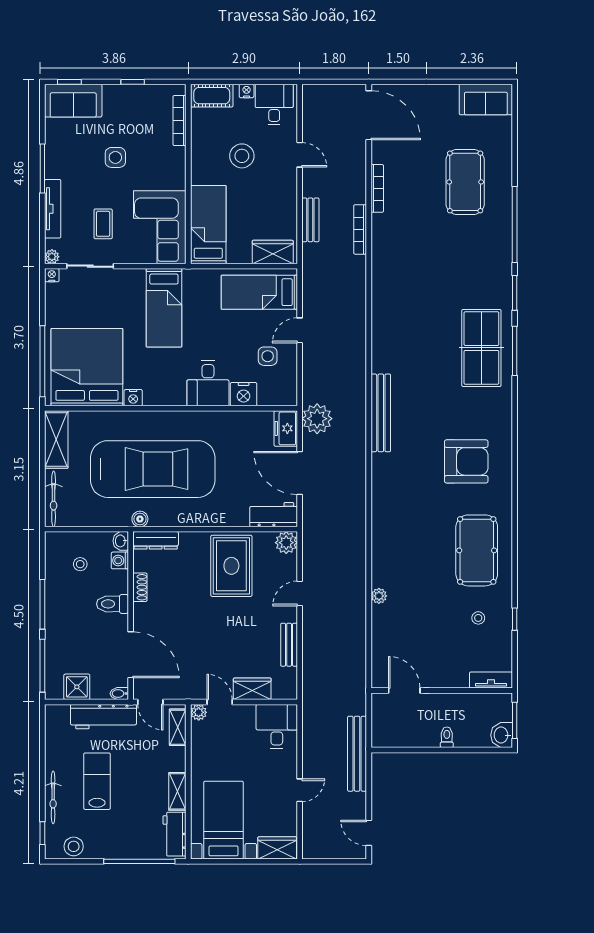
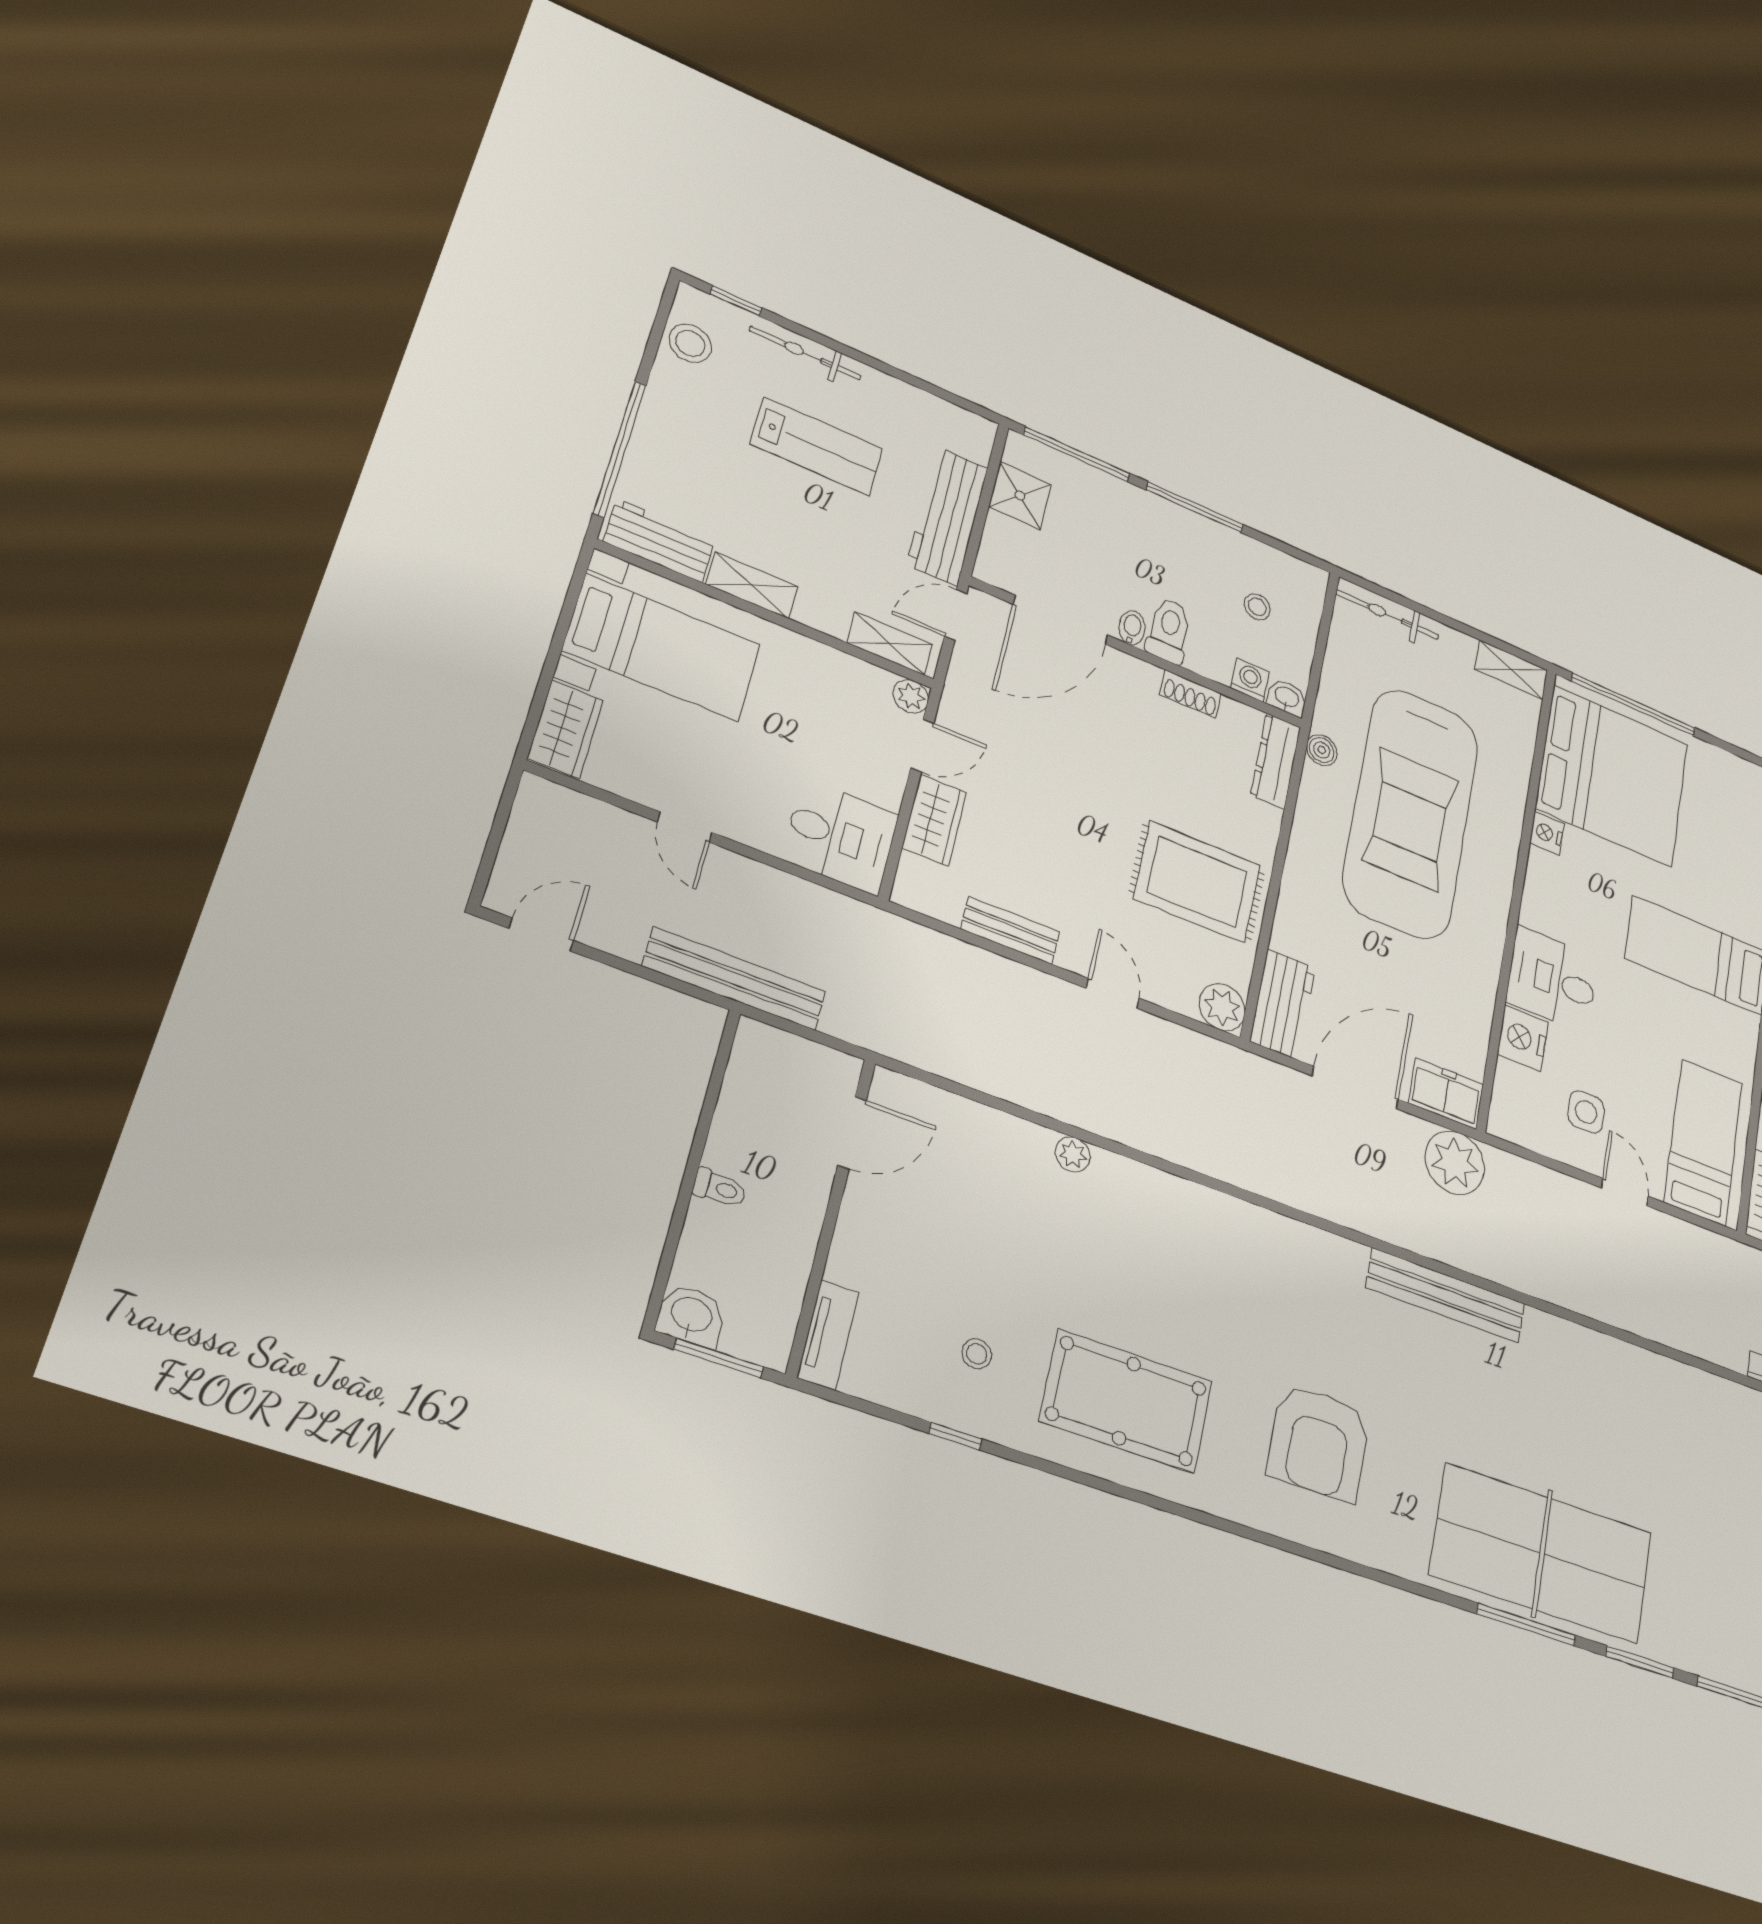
table tennis table: (481, 348) -> (1542, 1553), width x1.36, depth x1.32
shelving: (56, 439) -> (1511, 670), width x0.67, depth x0.75
bidet: (119, 693) -> (1132, 628), moved

